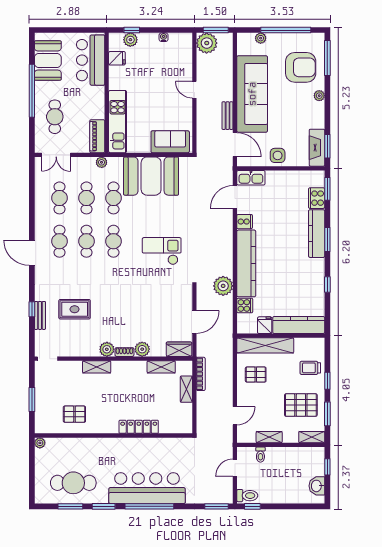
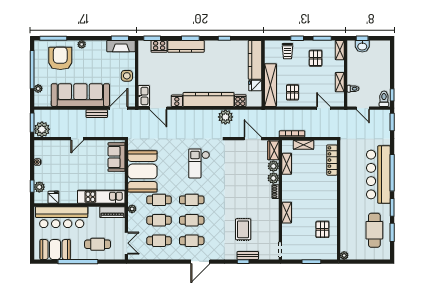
bar counter: (91, 60) -> (62, 217), width x1.36
plant: (107, 349) -> (273, 166), moved
pallet: (301, 405) -> (316, 58), width x0.67, depth x0.71
locker: (139, 427) -> (332, 160), moved
washbasin: (317, 486) -> (362, 46), moved

